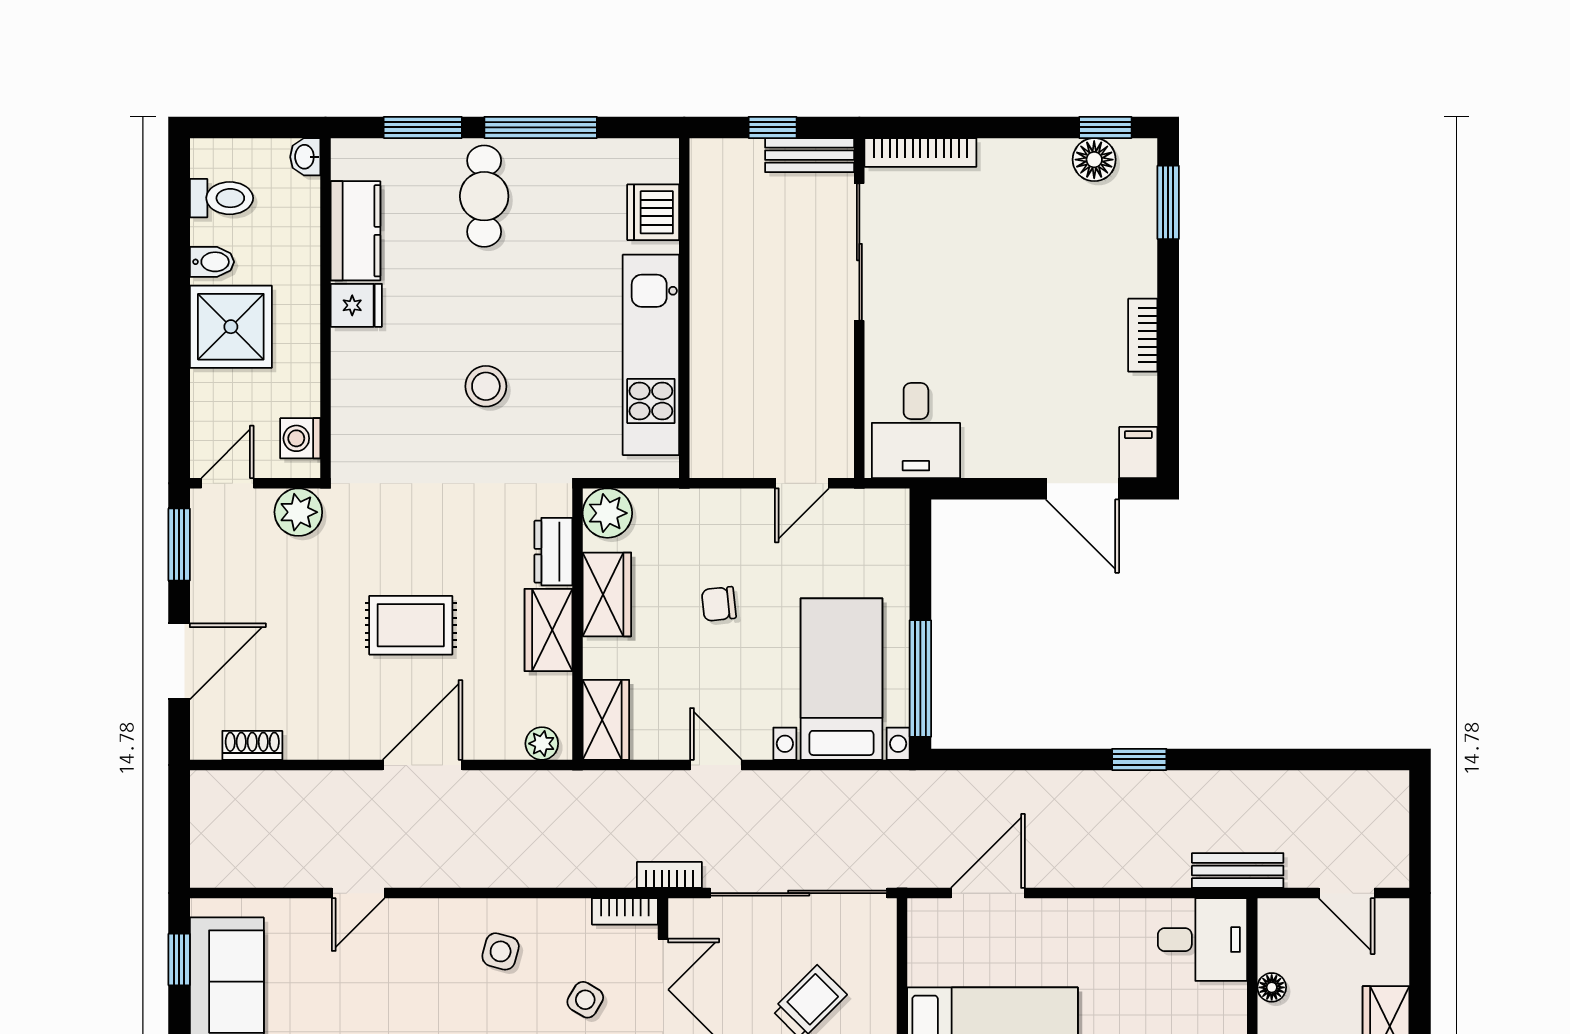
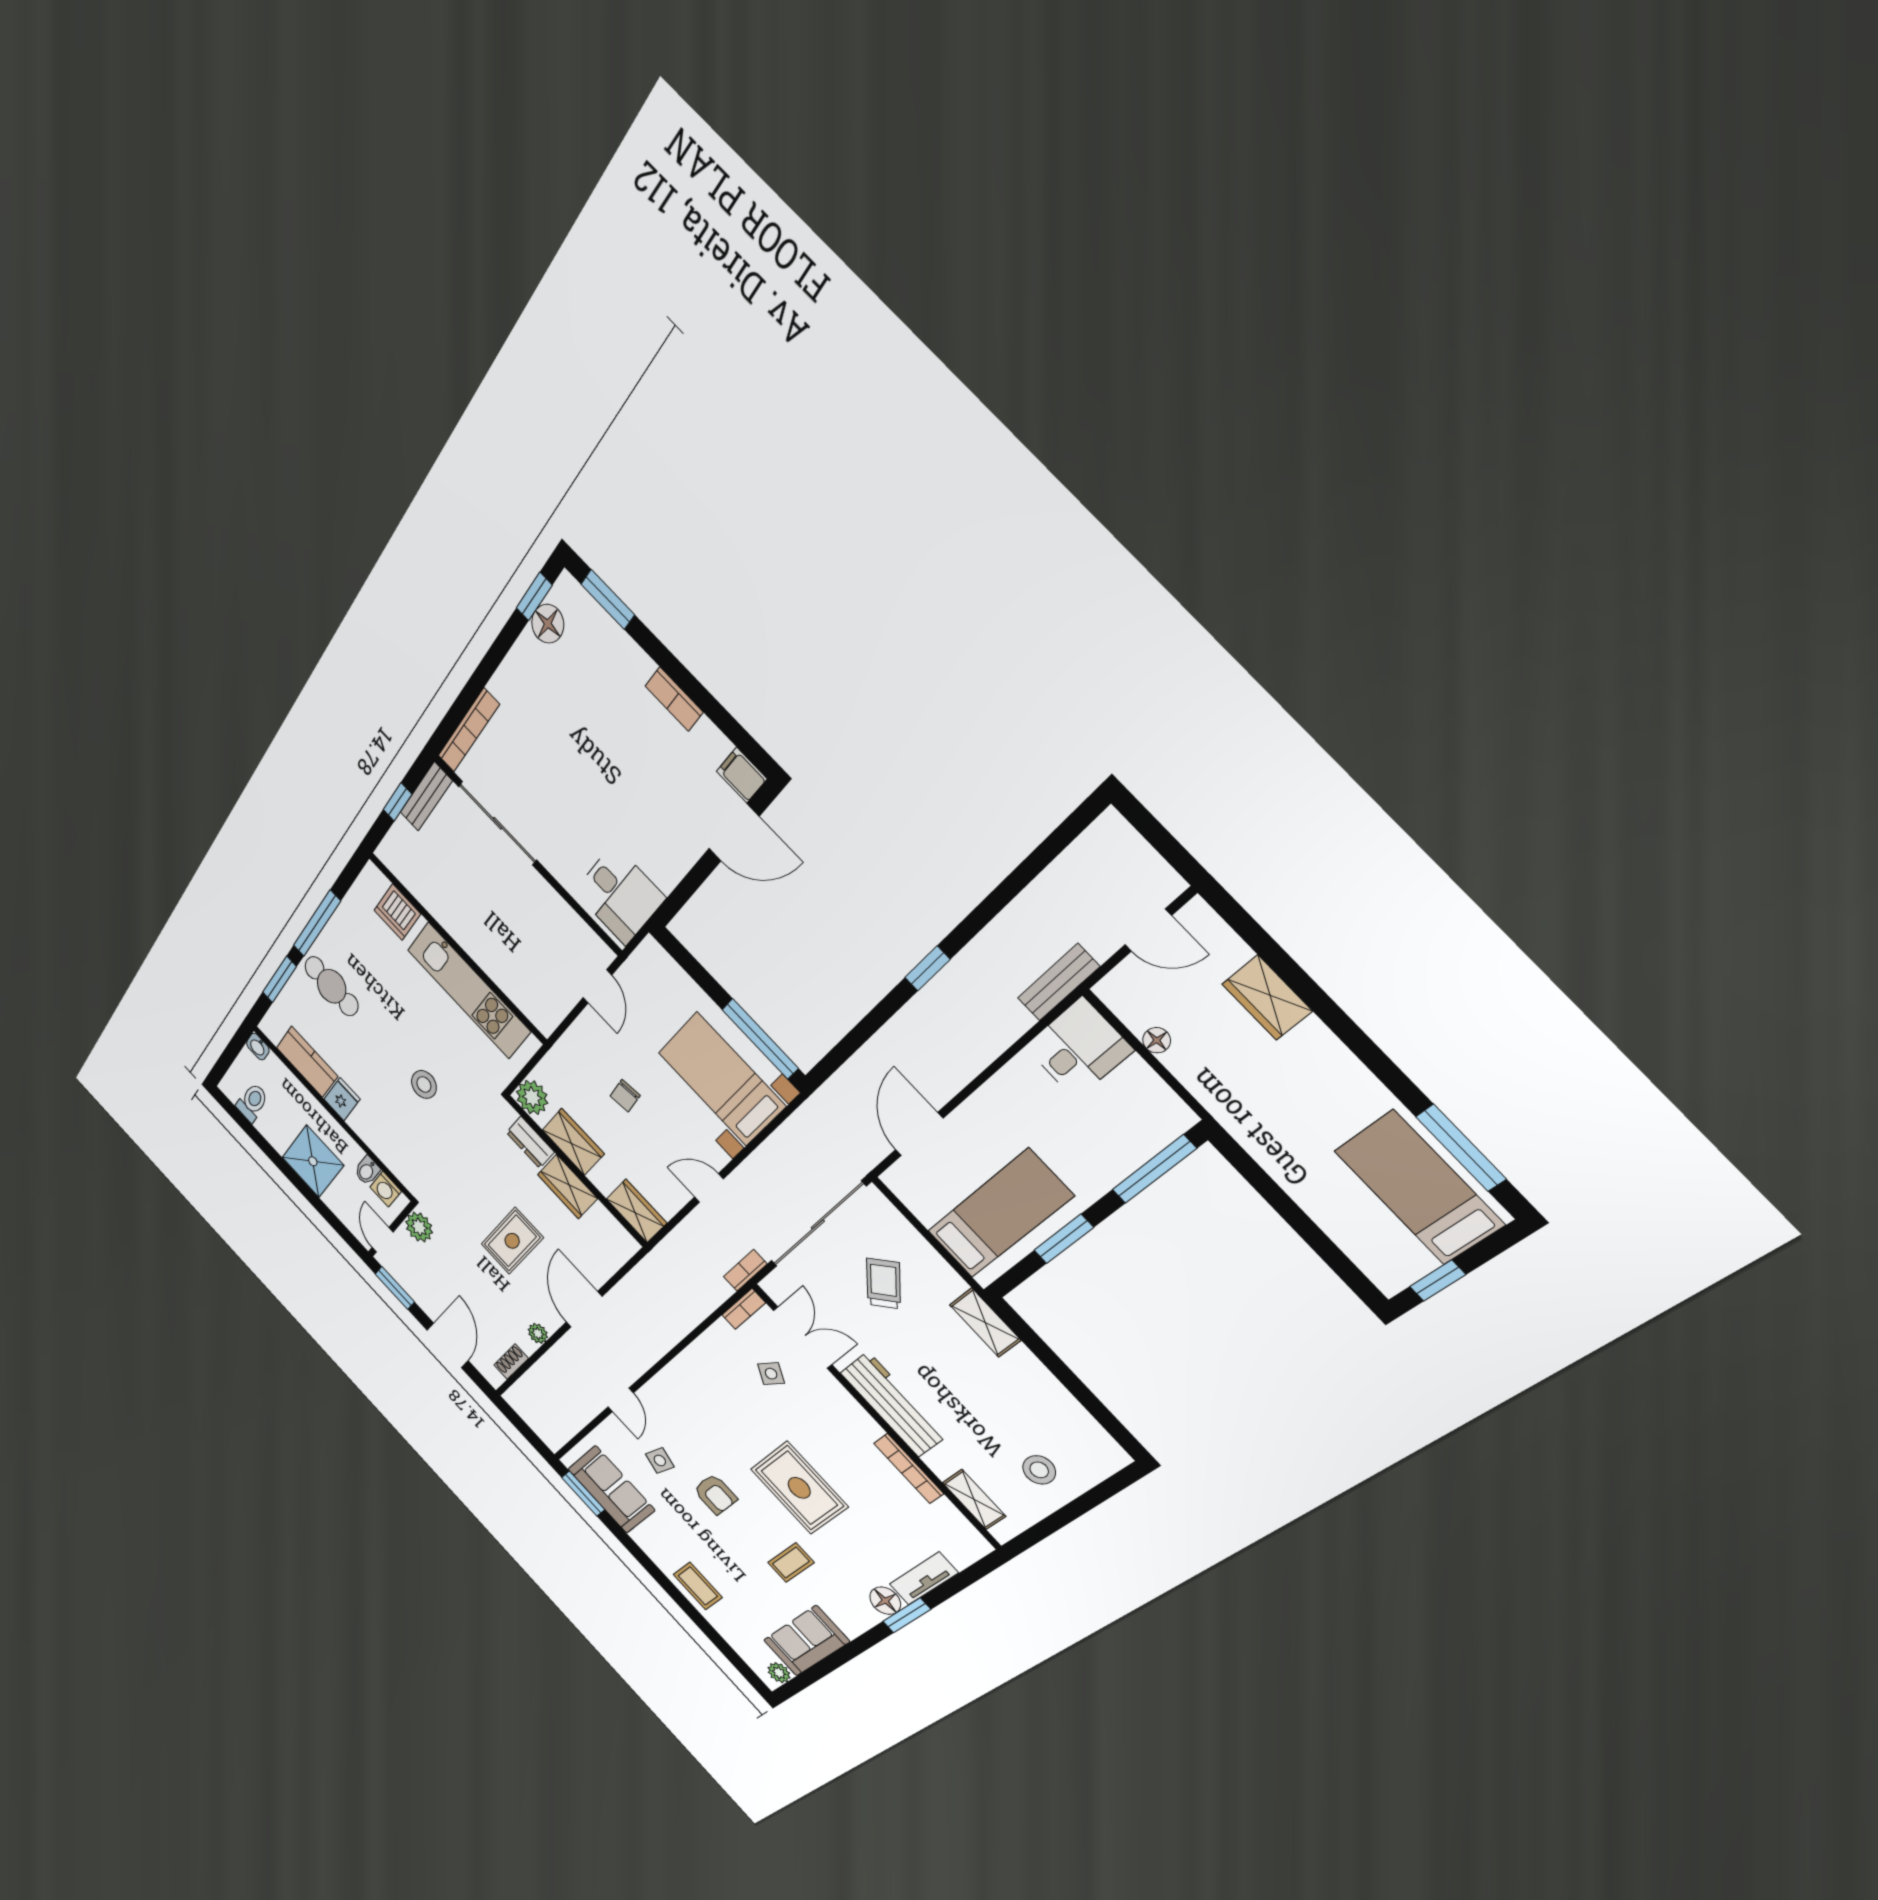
bidet: (212, 262) -> (367, 1171), moved, turned 180
plant: (542, 744) -> (538, 1333), moved
side table: (501, 951) -> (660, 1460), moved
window: (179, 960) -> (583, 1494), width x1.50

